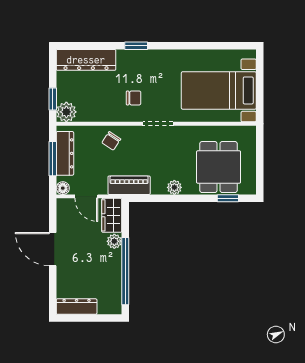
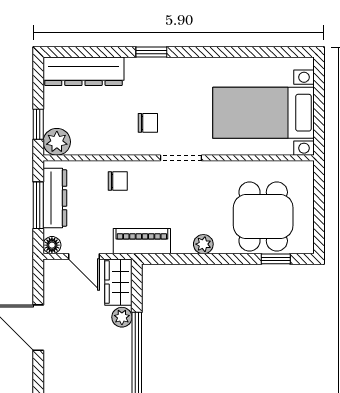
chair: (111, 141) -> (118, 181), turned -124

